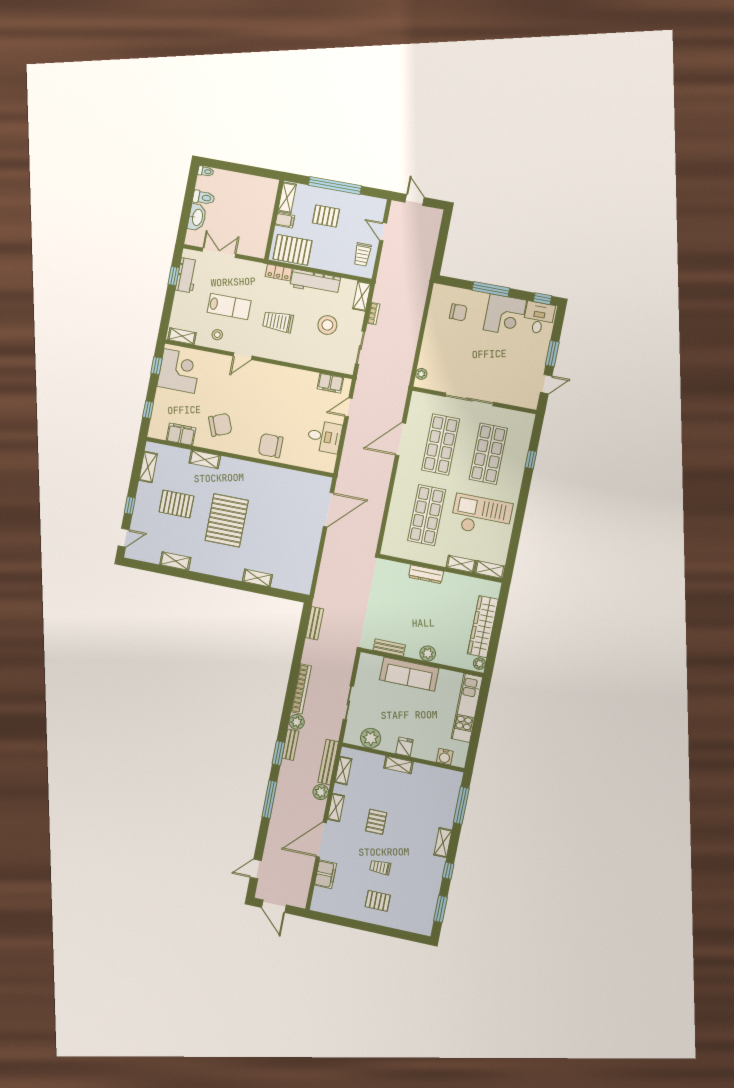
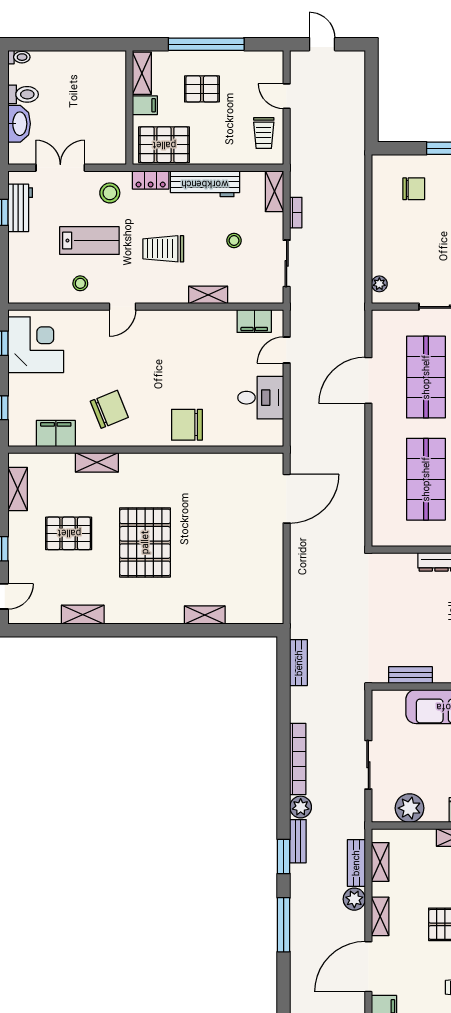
stool: (249, 276) -> (110, 193), added
stool: (327, 325) -> (234, 241), width x0.53, depth x0.53
shelving: (182, 336) -> (208, 295), moved
bench: (328, 762) -> (356, 863), width x0.73

